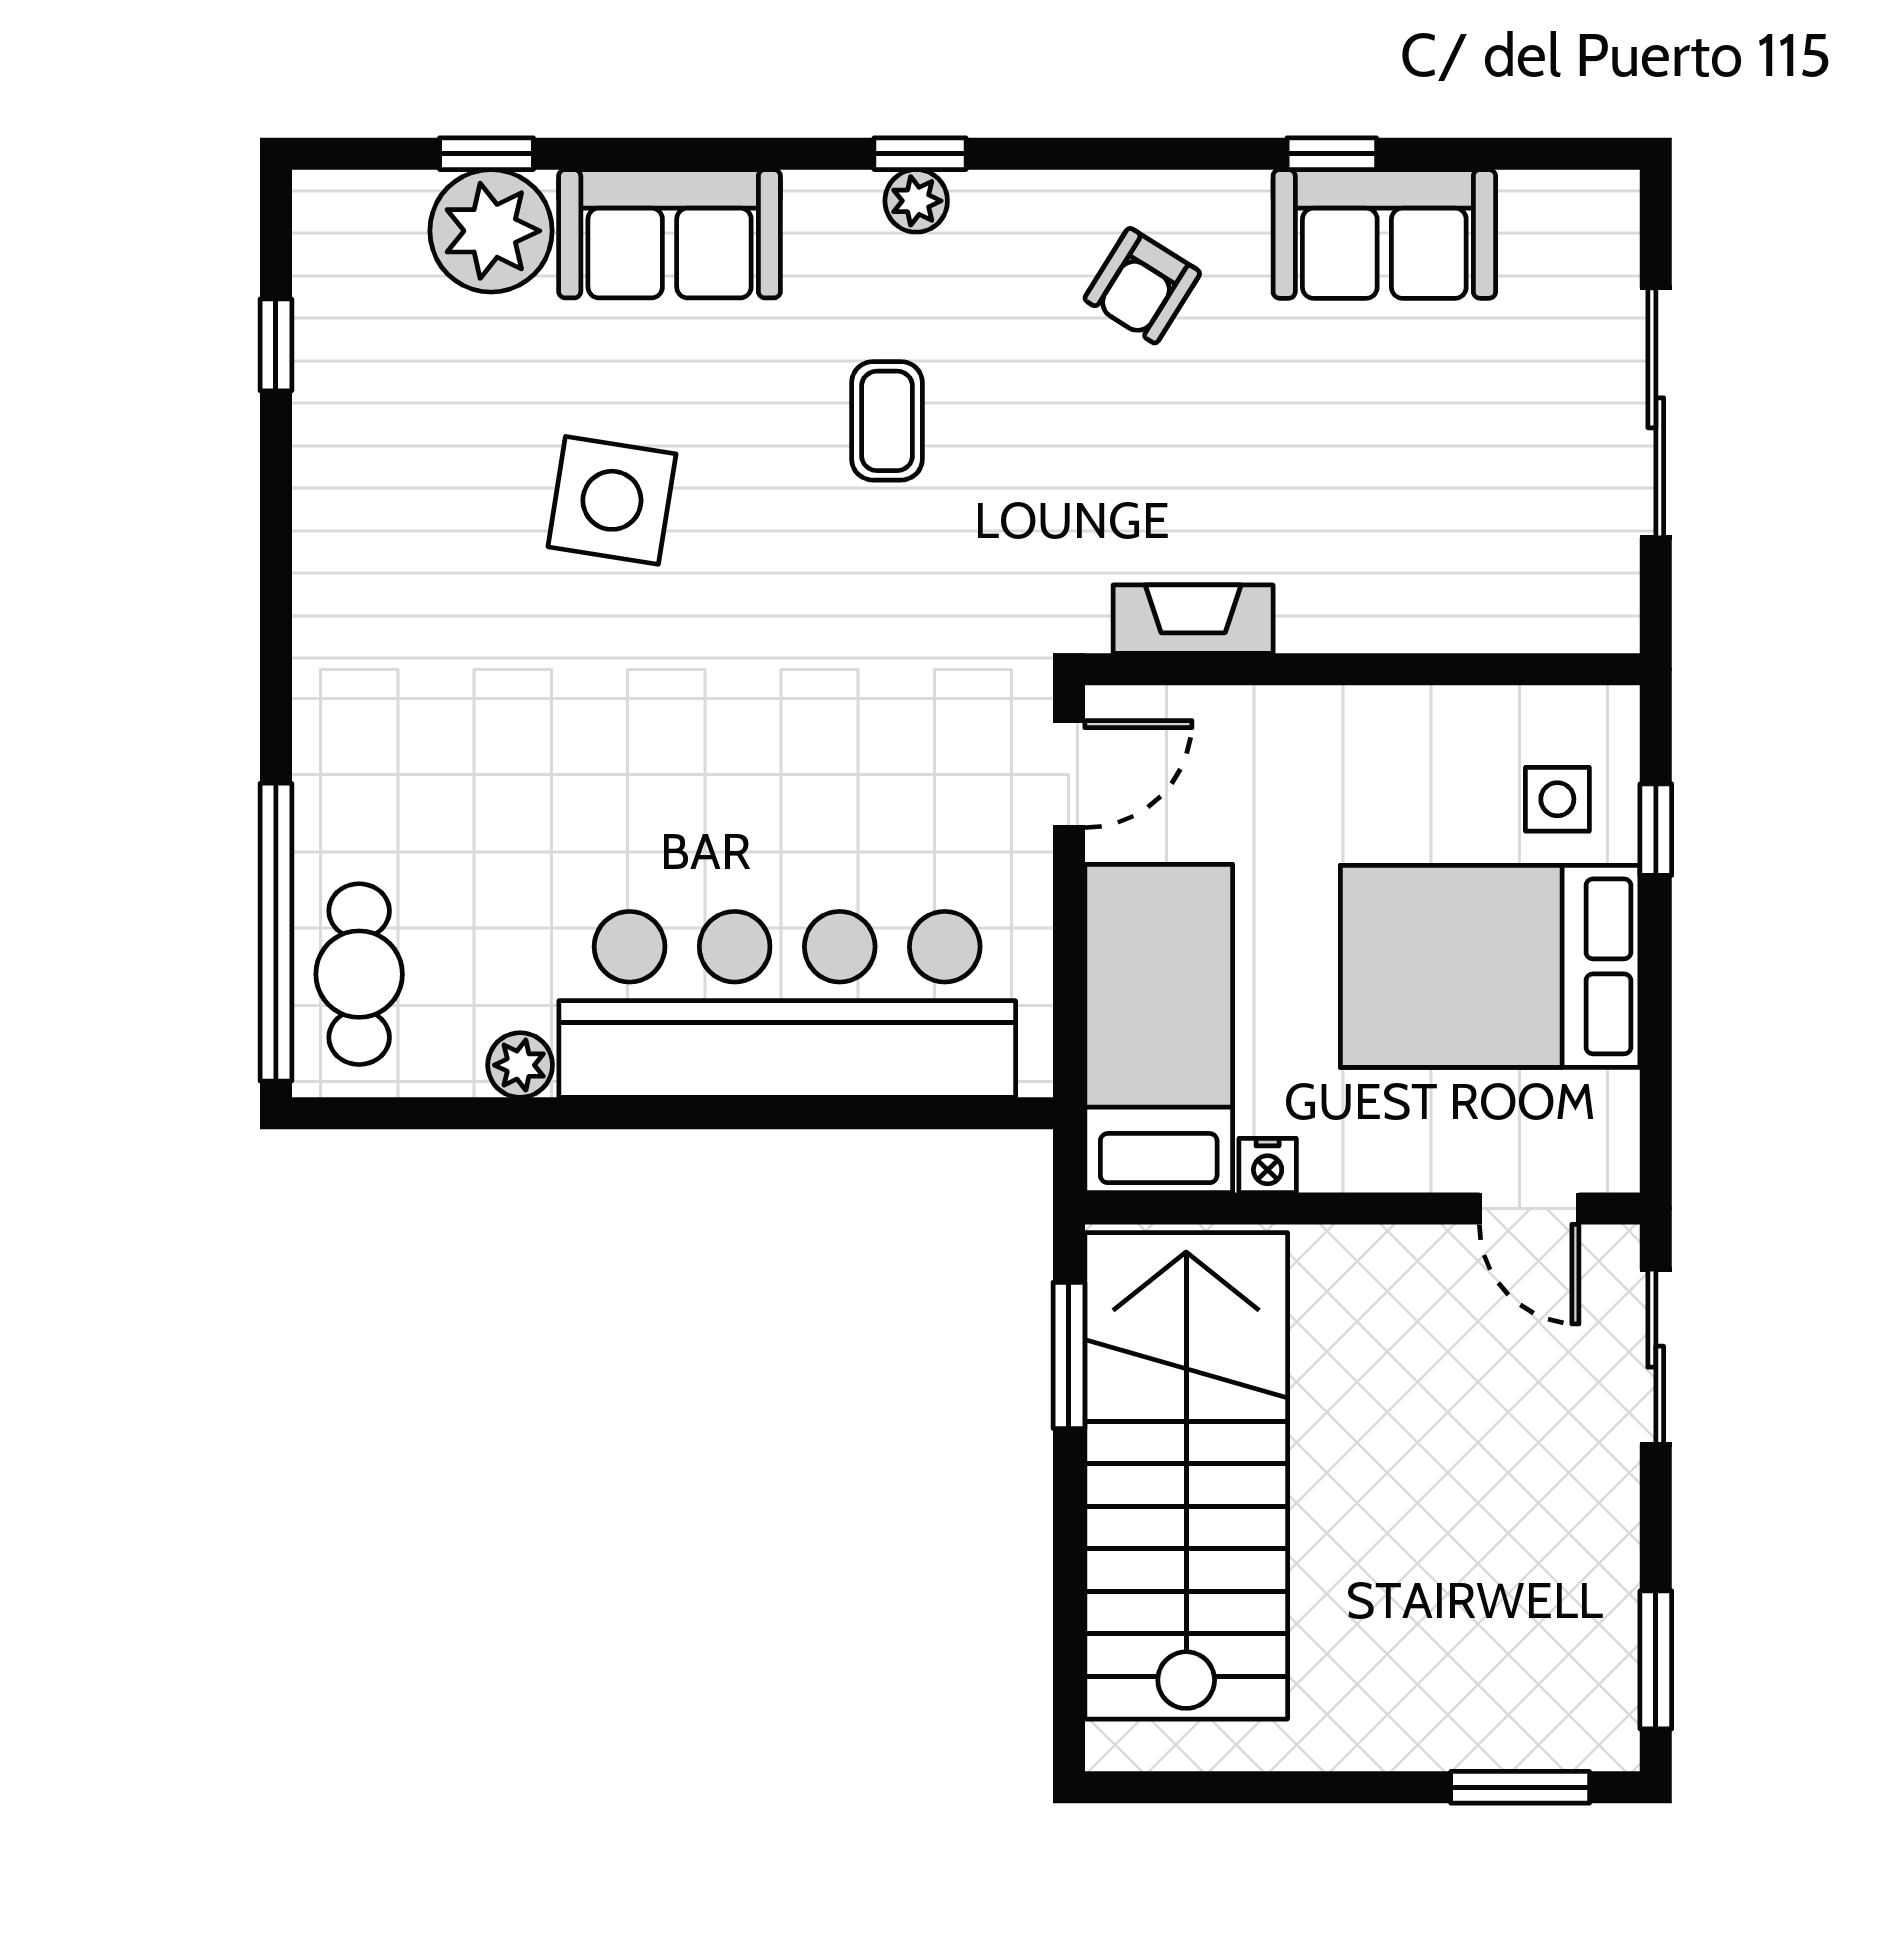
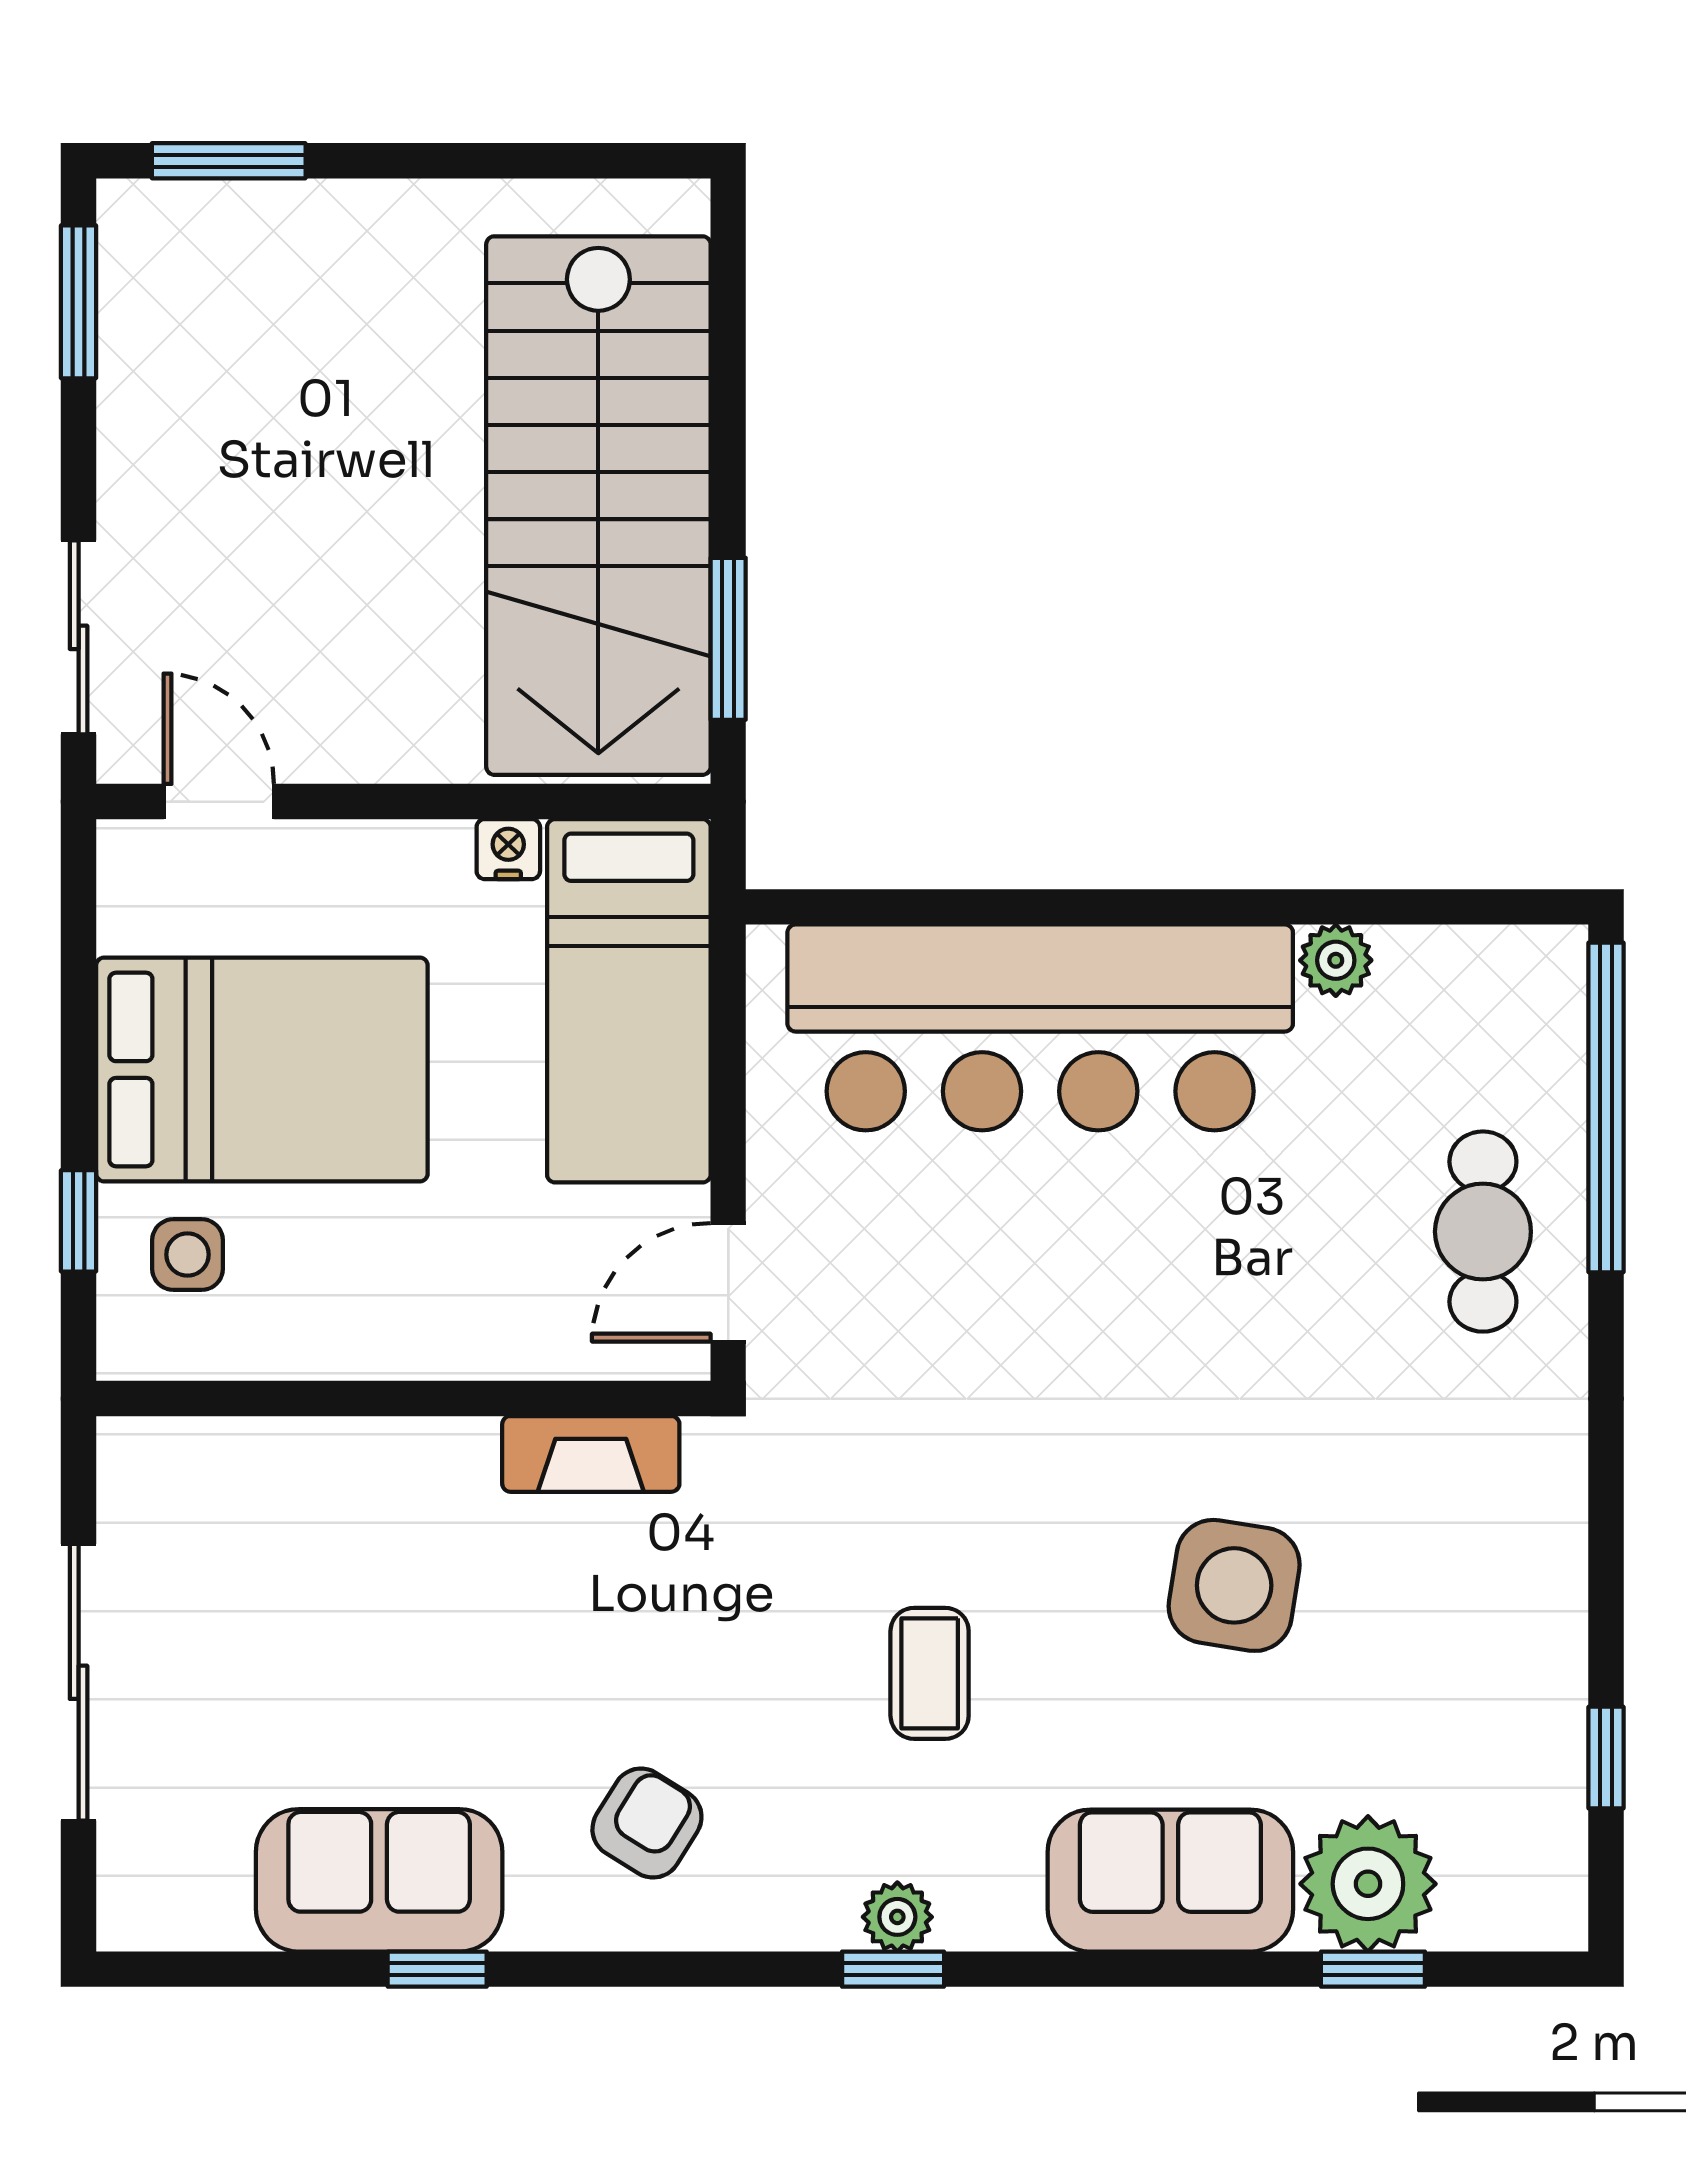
cafe table: (359, 974) -> (1483, 1232), moved

